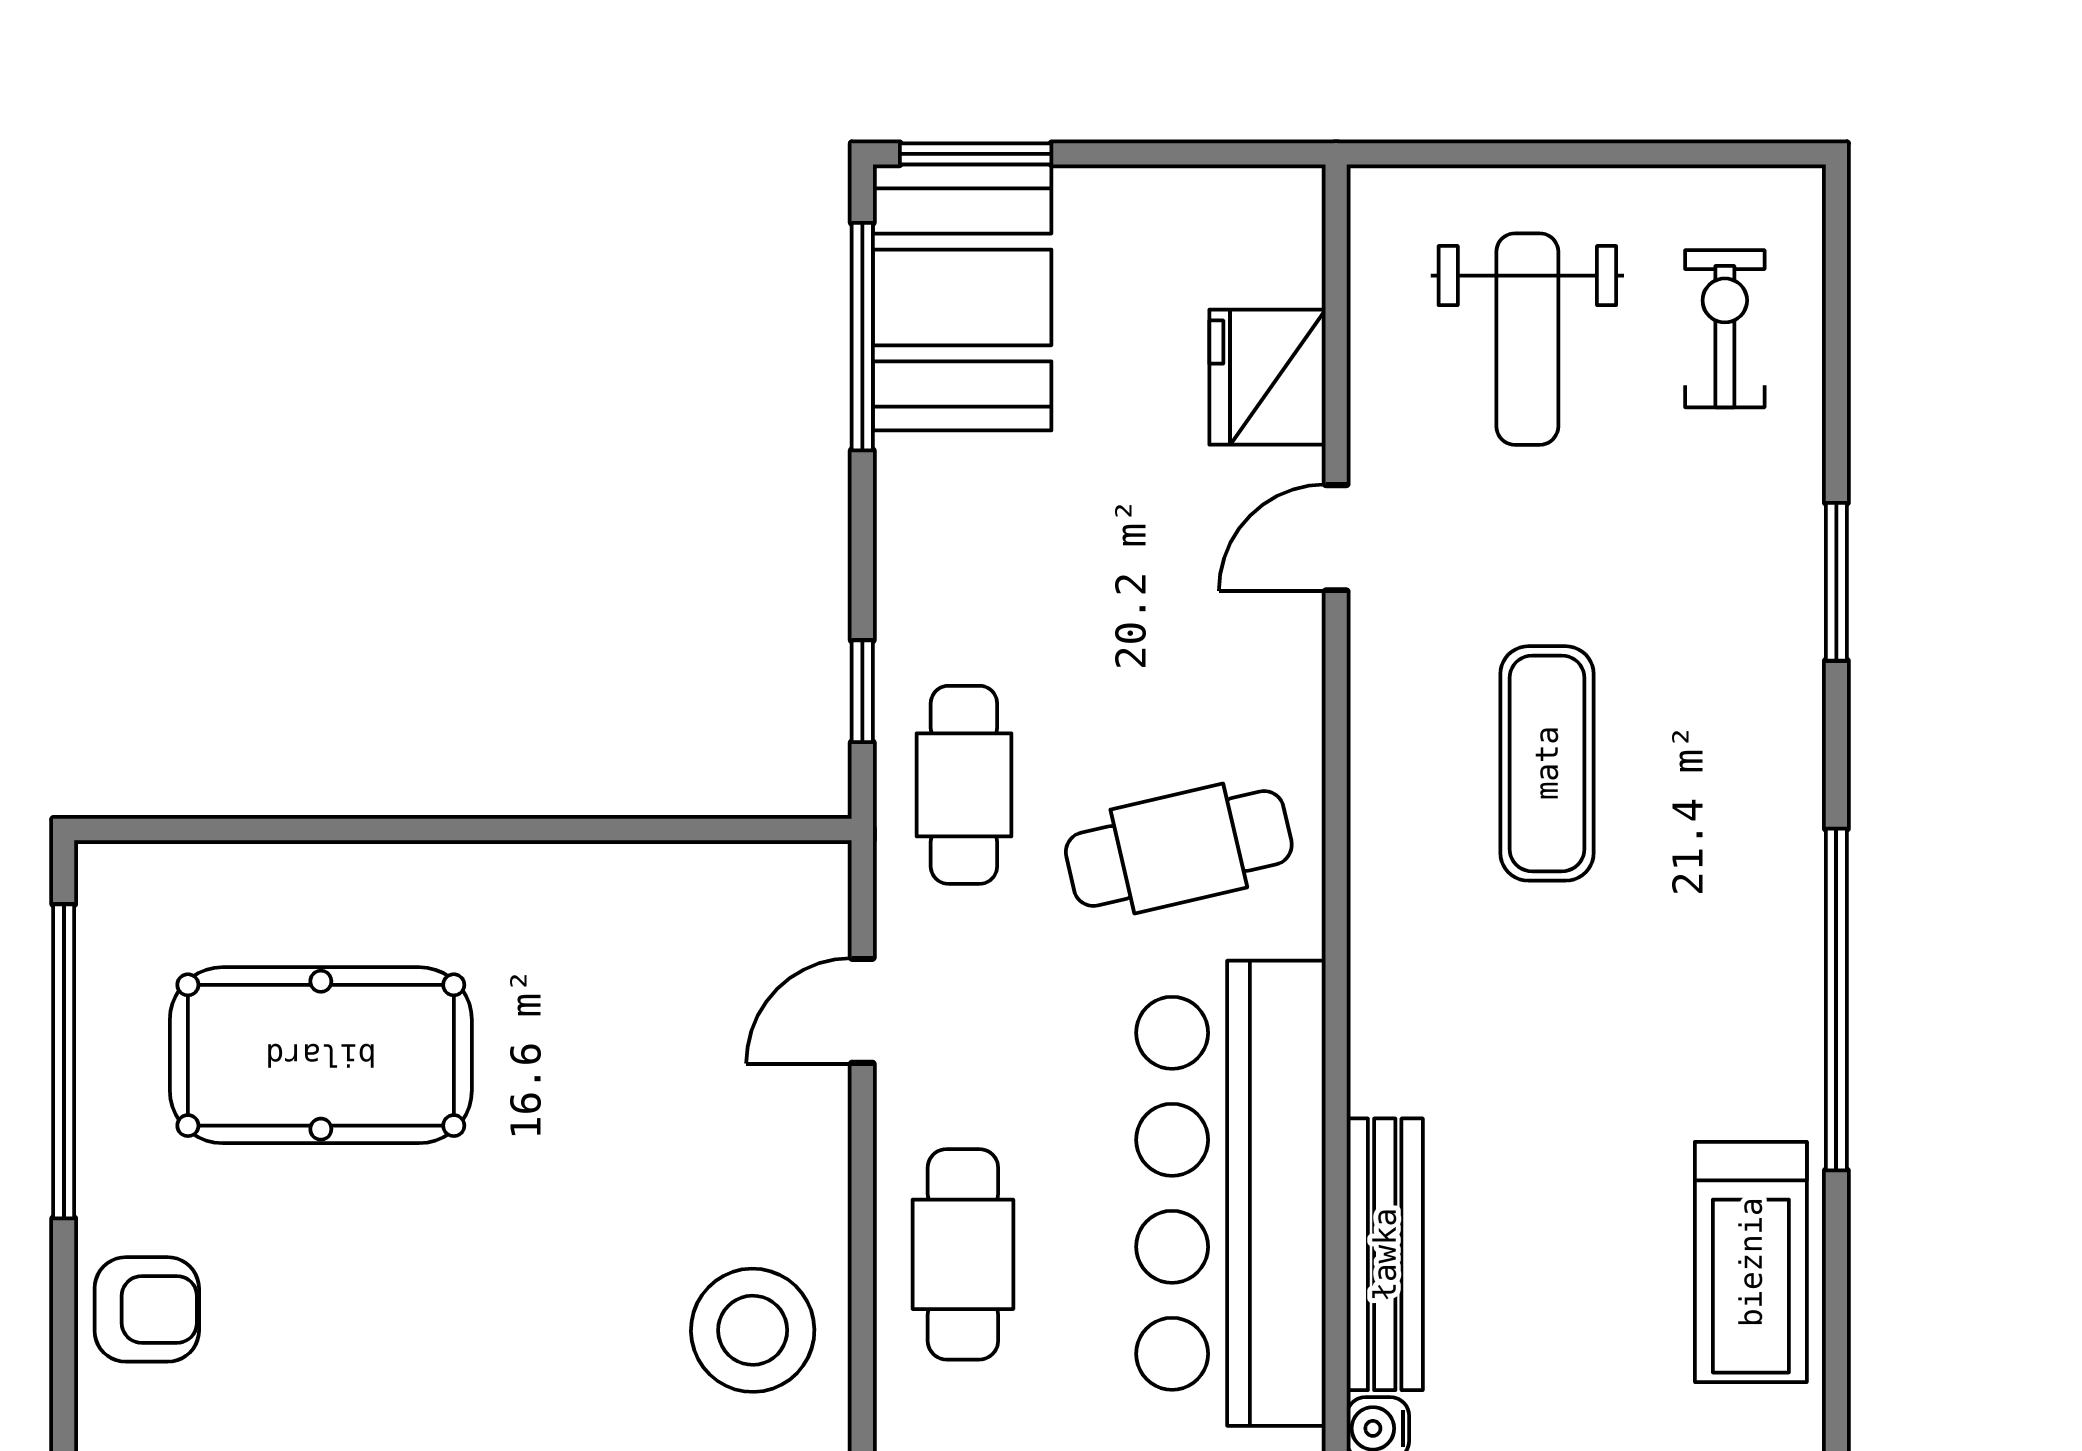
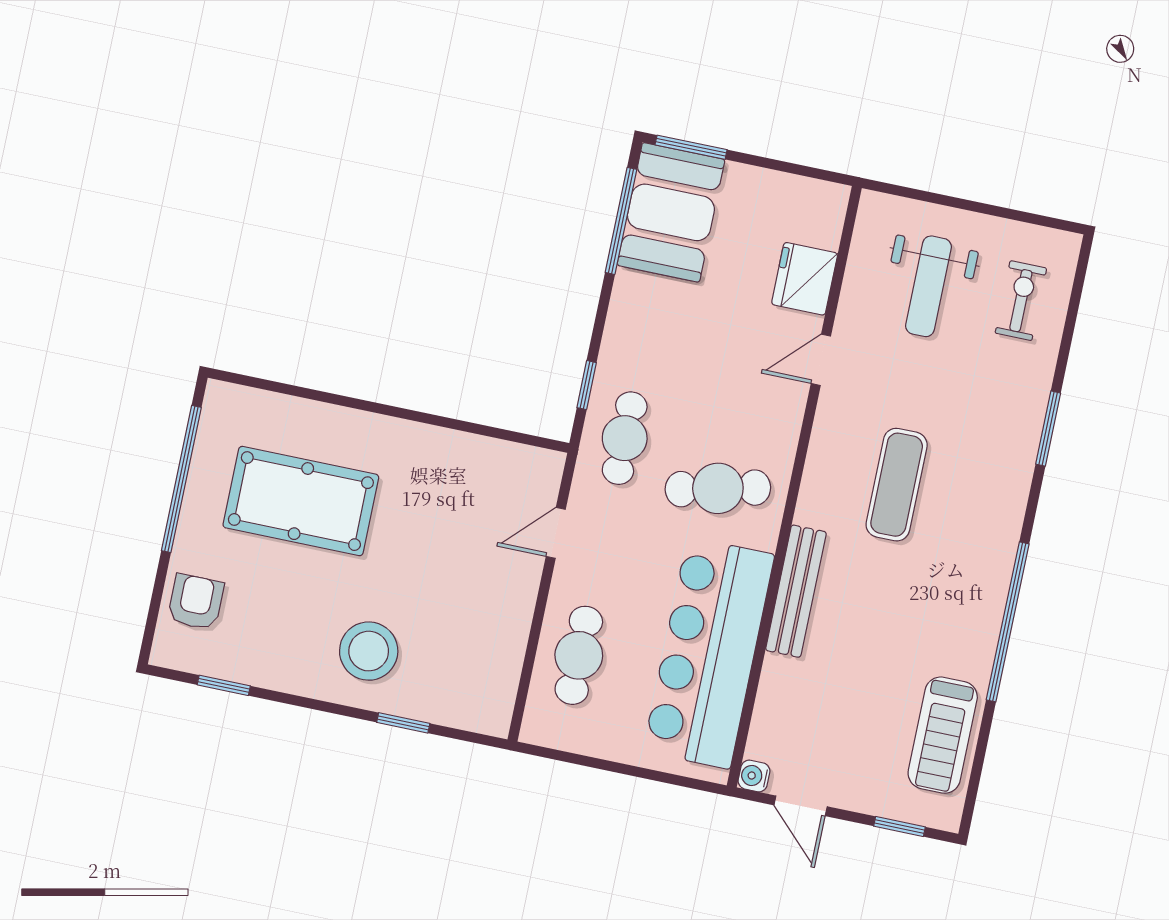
bench: (1385, 1254) -> (796, 591), moved
armchair: (147, 1309) -> (196, 602), turned -90
stool: (753, 1330) -> (369, 651), moved

